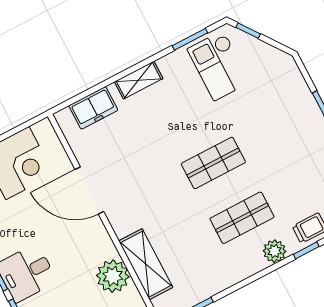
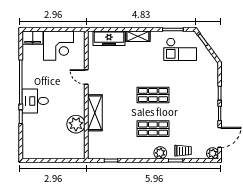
checkout: (219, 66) -> (180, 49), turned -90
freezer: (93, 108) -> (109, 38), width x1.40
door: (89, 190) -> (86, 77), width x0.53
shelving: (146, 264) -> (95, 113), moved

